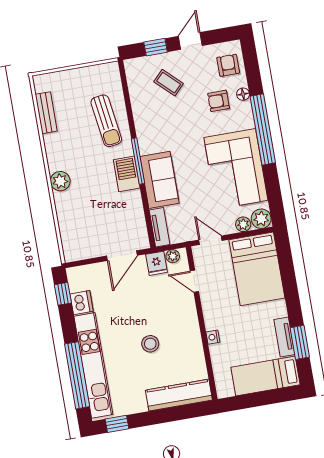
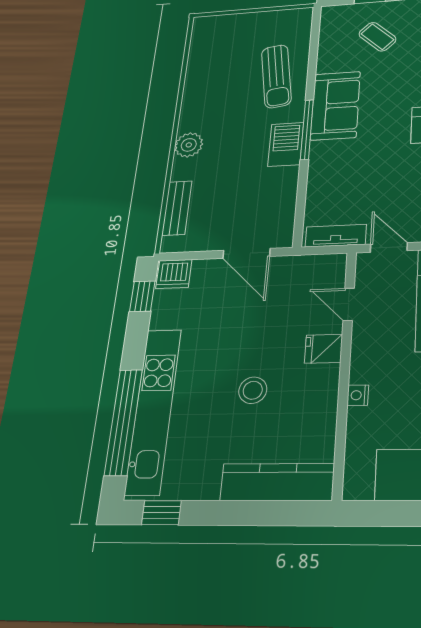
bench: (46, 113) -> (177, 208), moved
sofa: (159, 180) -> (335, 106), moved
tv unit: (160, 227) -> (336, 236), moved, turned -90
door: (122, 256) -> (246, 253), hinge flipped
plant: (173, 256) -> (324, 263), removed
fridge: (157, 263) -> (323, 349), moved, turned 90
dishwasher: (82, 303) -> (174, 274), moved, turned 90

